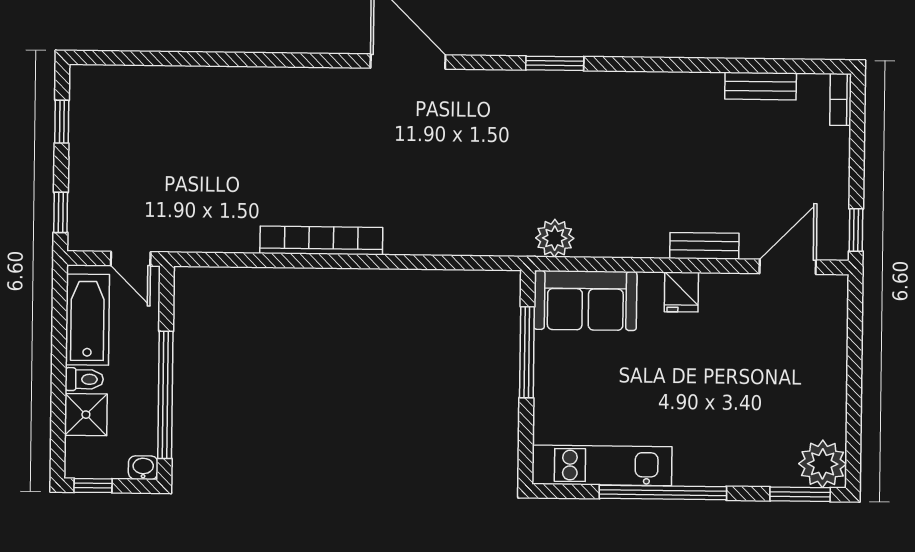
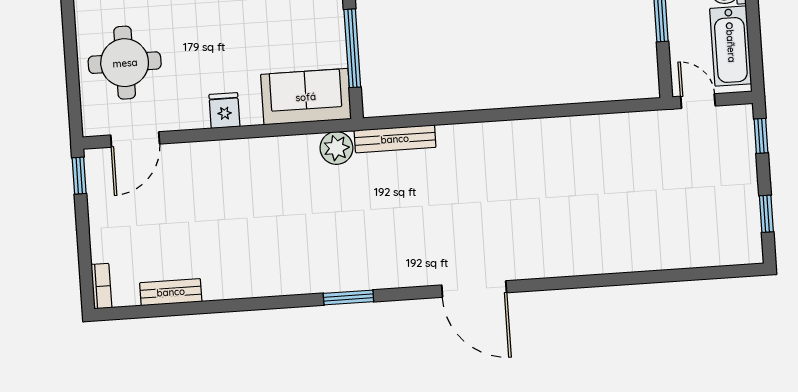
bookcase: (321, 240) -> (536, 130), removed
bench: (704, 246) -> (395, 139), moved, width x1.36
round table: (793, 357) -> (125, 63), added

